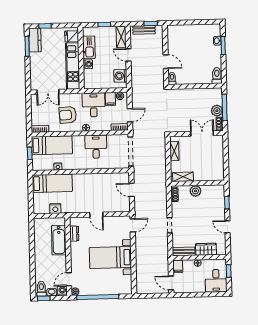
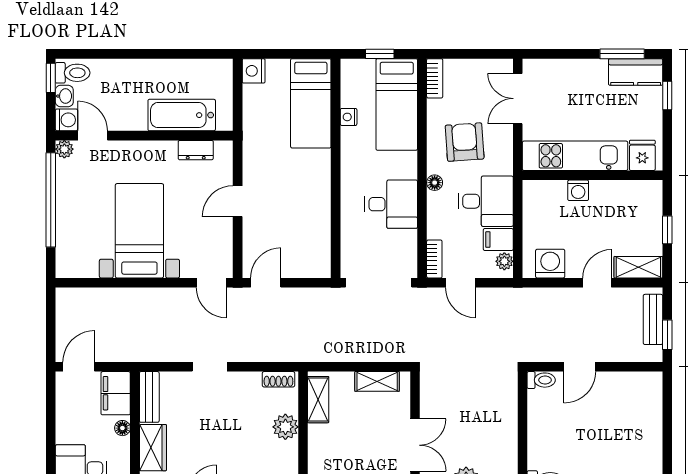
kitchen sink: (89, 47) -> (616, 194), removed
door: (132, 190) -> (266, 283), moved
nightstand: (55, 208) -> (254, 71), moved
filing cabinet: (178, 266) -> (116, 393), width x2.00

